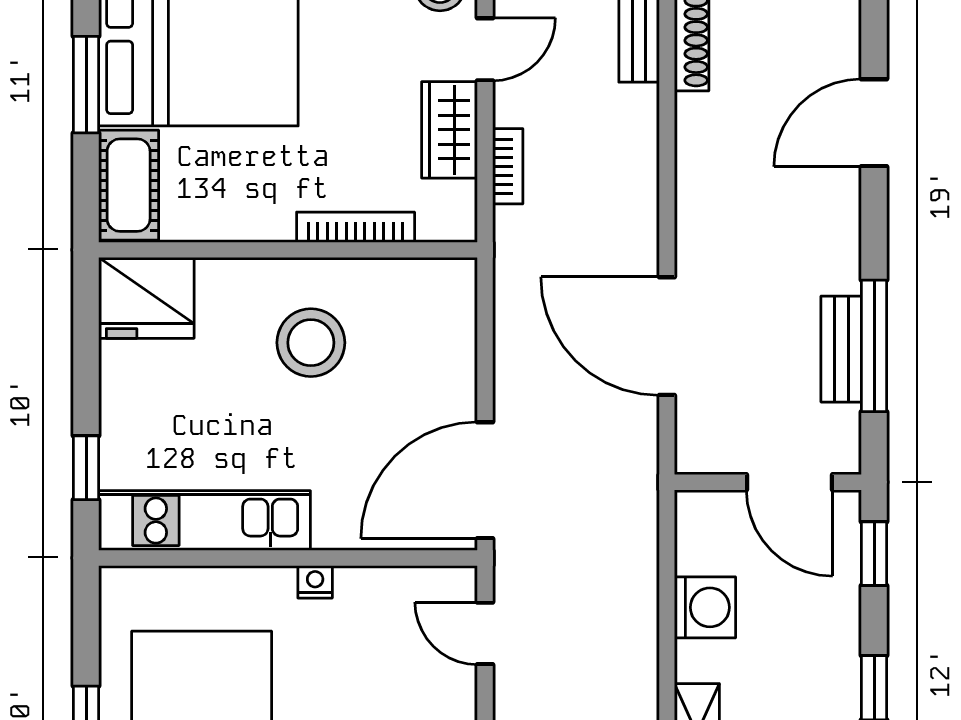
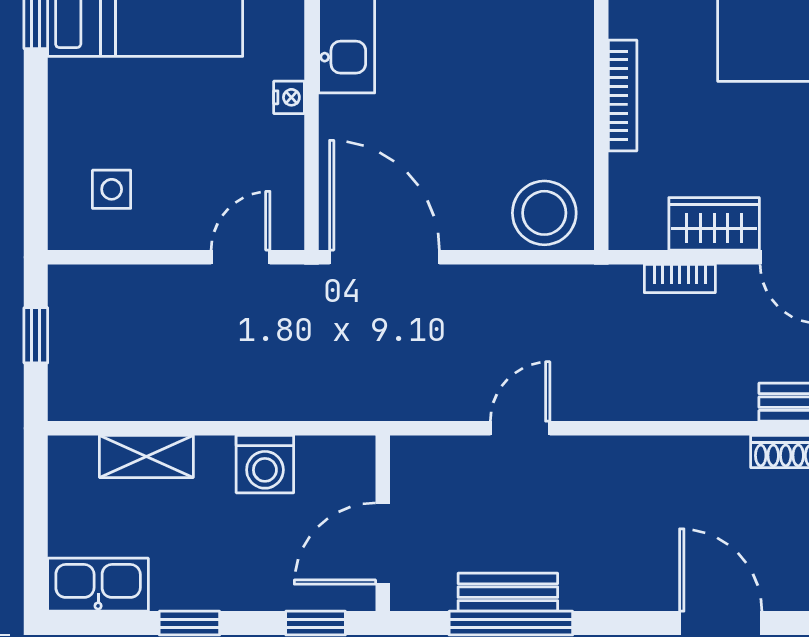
bookcase: (356, 227) -> (623, 95), moved
door: (667, 336) -> (520, 428), width x0.53
stool: (311, 343) -> (544, 213), moved

